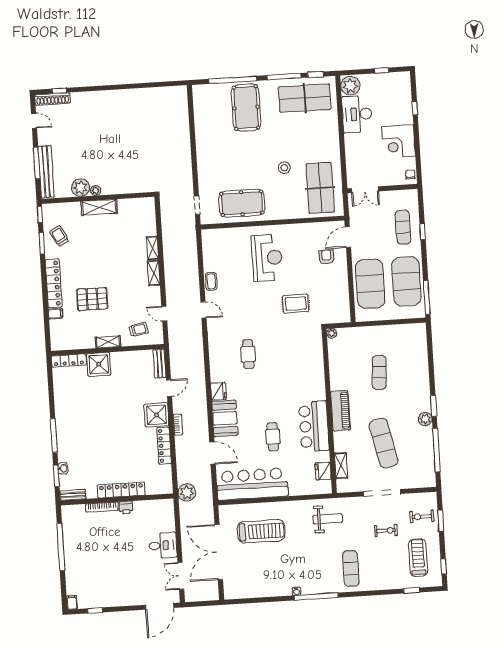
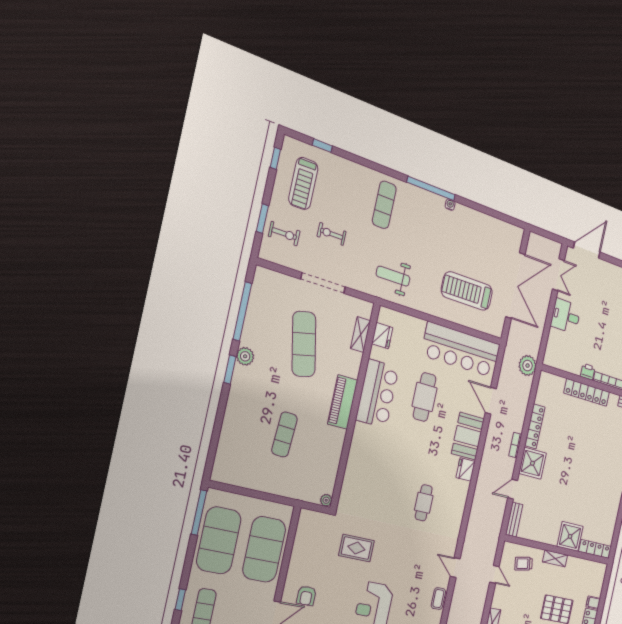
cafe table: (273, 437) -> (425, 397), width x1.37, depth x1.35

